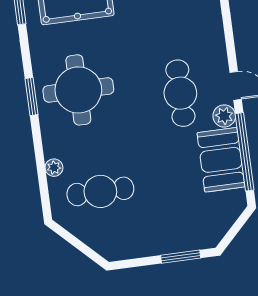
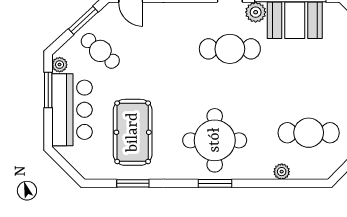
cafe table: (100, 191) -> (309, 133), turned 90

